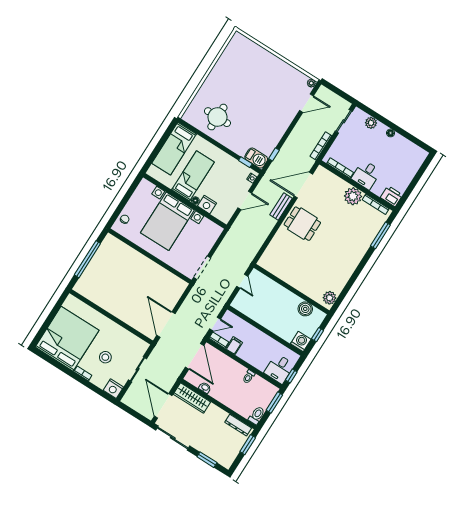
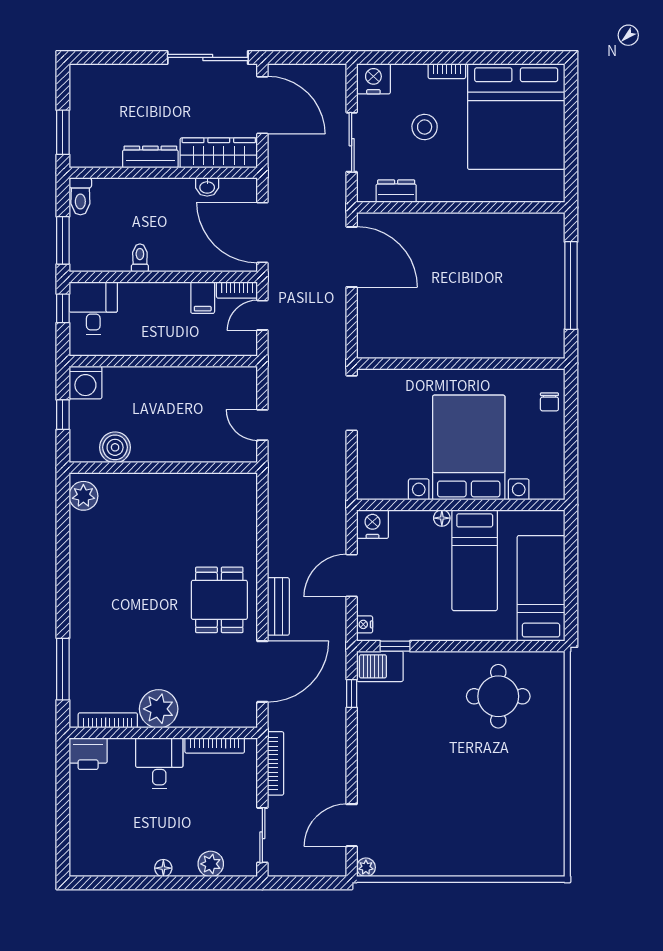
nightstand: (207, 205) -> (372, 524), moved
dining table: (302, 224) -> (219, 600), turned 90
dresser: (132, 339) -> (396, 191), added
dresser: (238, 425) -> (150, 157), moved
window: (207, 460) -> (120, 57), removed

